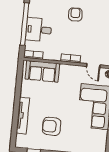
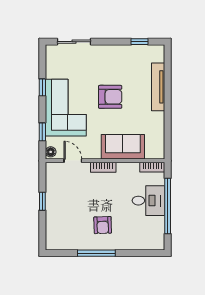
sofa: (42, 71) -> (123, 147), moved
armchair: (52, 126) -> (110, 97), moved

